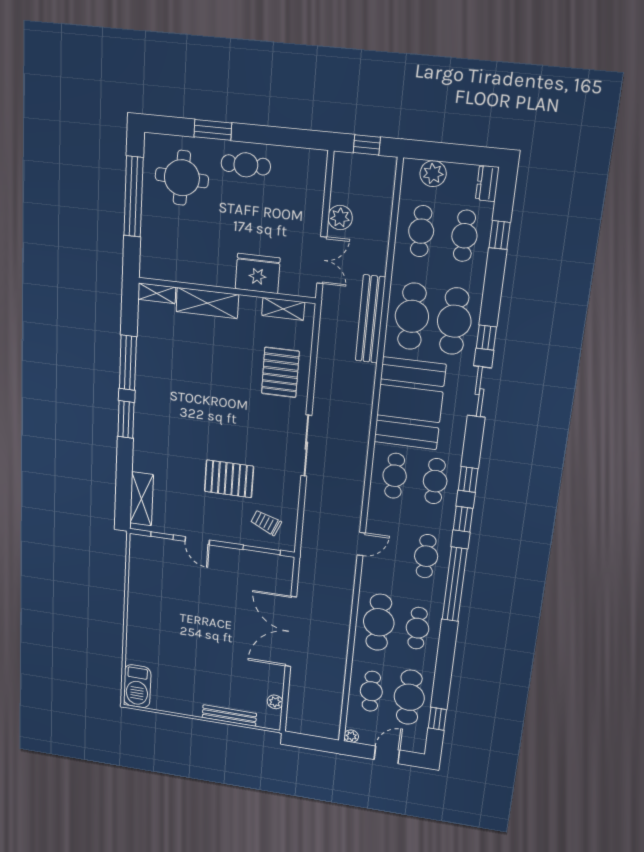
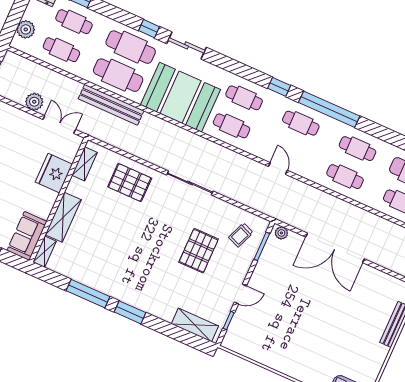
sofa: (167, 265) -> (27, 236), added
window: (468, 479) -> (250, 74), removed
cafe table: (379, 622) -> (345, 177), width x0.73, depth x0.74
plant: (275, 702) -> (281, 233), moved

